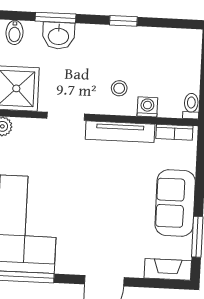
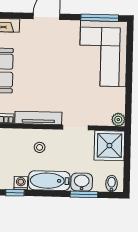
window: (123, 21) -> (15, 193), moved
bathtub: (106, 39) -> (49, 181), added
washing machine: (147, 107) -> (21, 183), moved, turned 180

